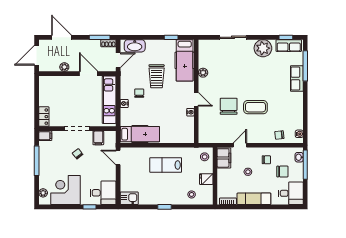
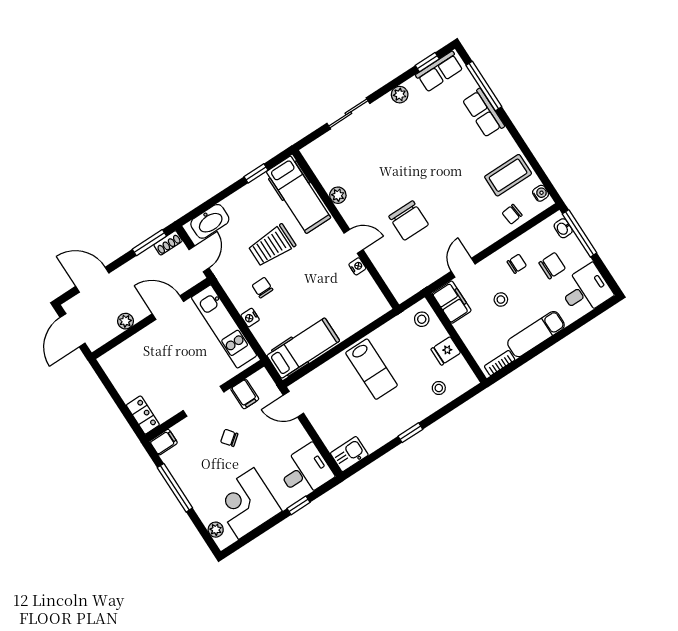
plant: (263, 48) -> (400, 95), width x0.53, depth x0.53
trolley: (157, 76) -> (272, 245), turned 90
chair: (229, 106) -> (409, 220), turned 180
coffee table: (255, 107) -> (508, 175), moved
lab bench: (166, 165) -> (372, 369), turned -90

